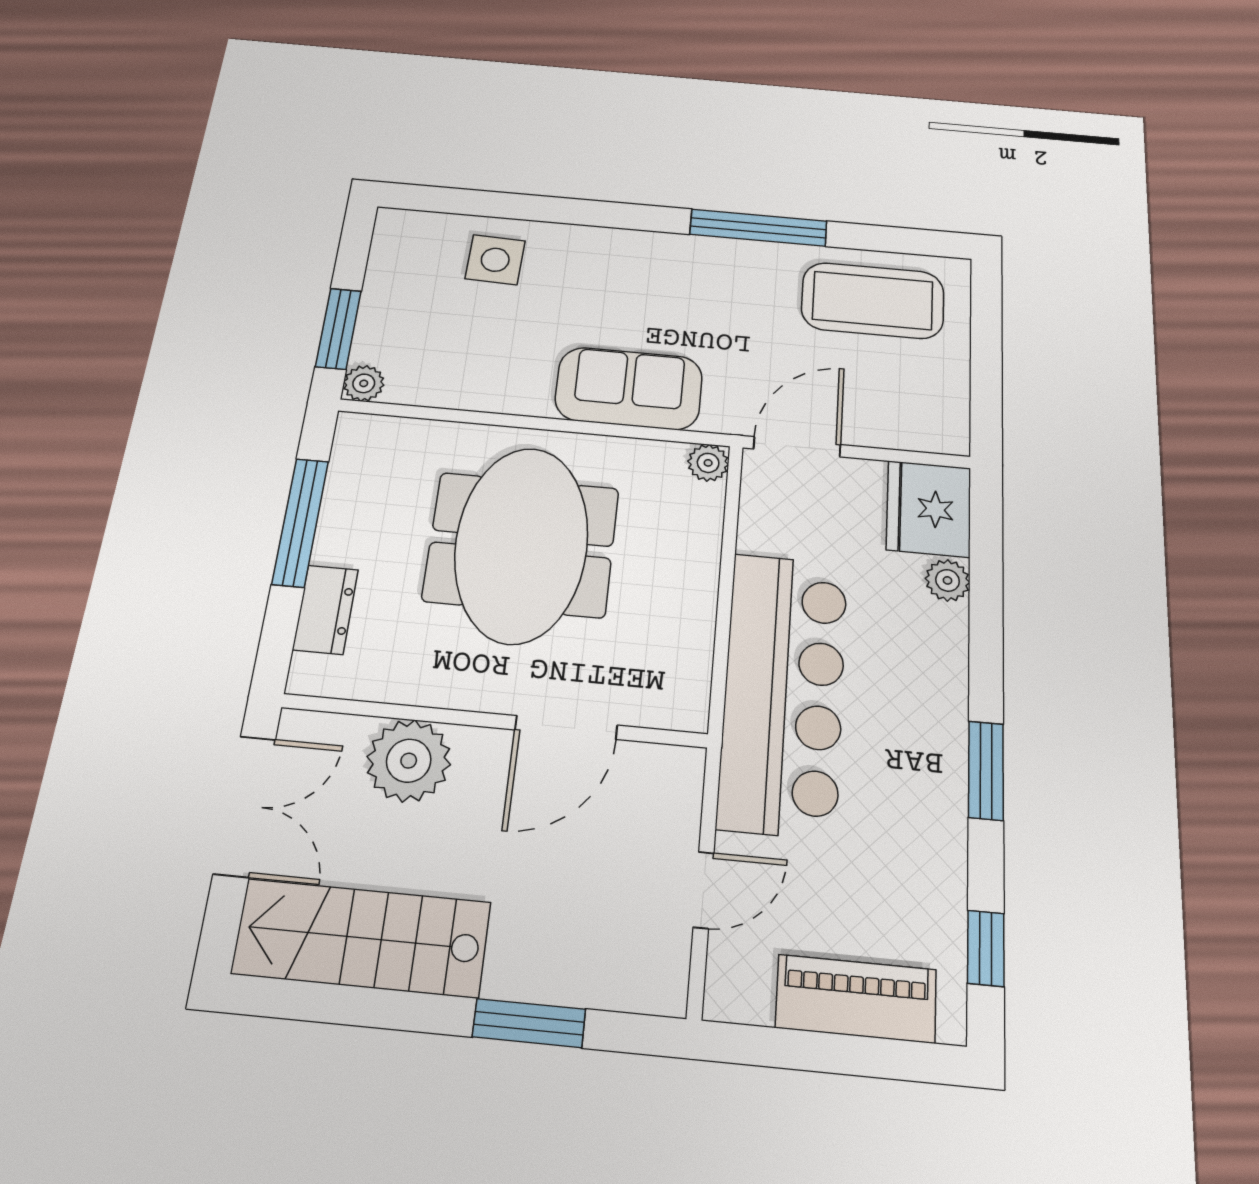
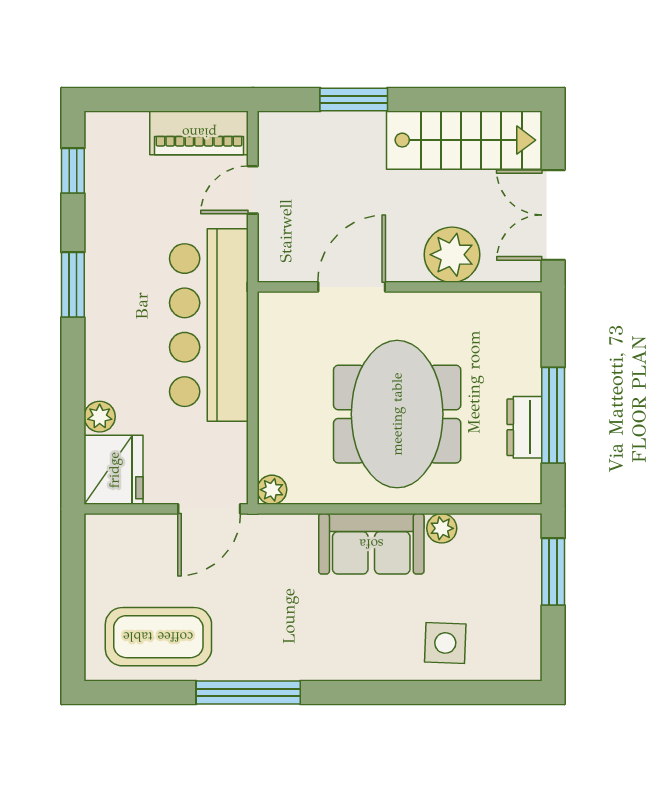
plant: (364, 383) -> (442, 528), moved
sofa: (629, 388) -> (371, 544), moved
dresser: (325, 610) -> (524, 427), moved
piano: (856, 999) -> (199, 133), moved

